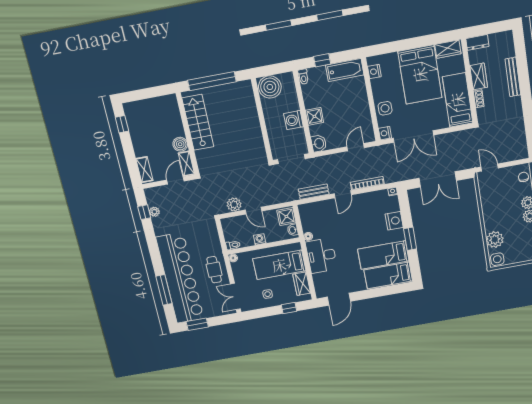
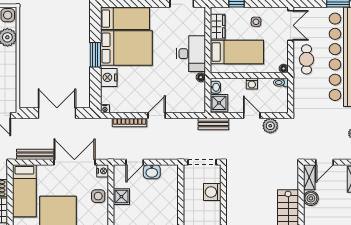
shower: (314, 116) -> (121, 197), moved
washing machine: (293, 120) -> (212, 192), moved, turned 180
bench: (453, 137) -> (35, 154), added
washbasin: (319, 143) -> (152, 172), moved, turned -90
bench: (314, 192) -> (213, 124), moved
bed: (383, 255) -> (126, 48), width x1.50

